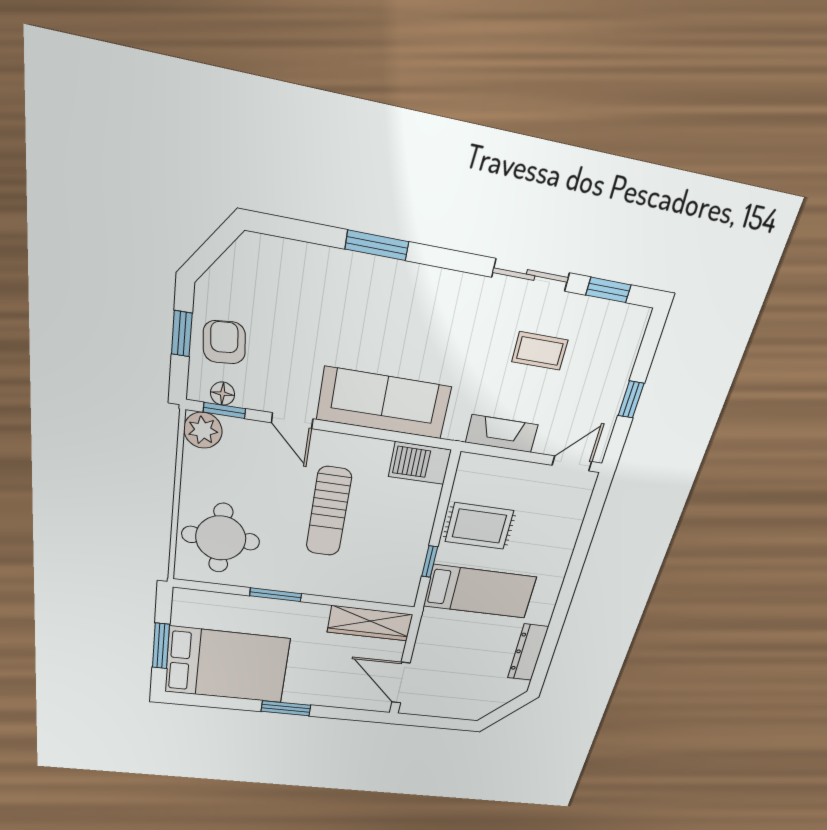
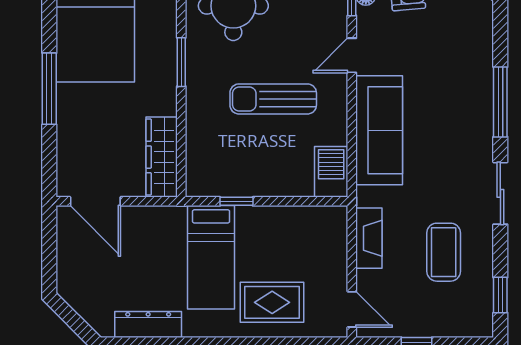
window: (377, 245) -> (500, 102), width x1.44
sliding door: (531, 275) -> (500, 193), moved
coffee table: (540, 351) -> (444, 252), width x1.36, depth x1.30
rug: (479, 526) -> (272, 302), moved, turned 90
door: (401, 683) -> (95, 201), swing flipped
window: (286, 708) -> (49, 89), width x1.44

